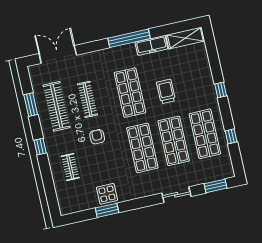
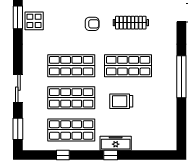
shelving: (185, 38) -> (169, 132), removed
freezer: (151, 45) -> (116, 143), moved, turned 90
trolley: (166, 91) -> (121, 101), turned 180

